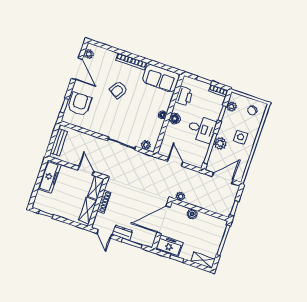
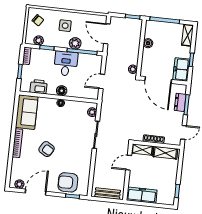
boiler: (192, 214) -> (148, 43), moved
dresser: (122, 233) -> (180, 102), moved

